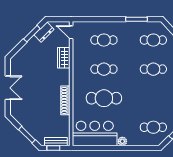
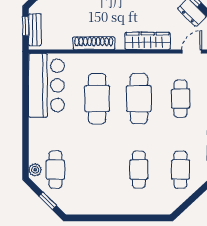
wardrobe: (64, 58) -> (148, 41), width x1.50
cafe table: (104, 69) -> (139, 99), width x1.37, depth x1.35
plant: (122, 141) -> (35, 170), moved

